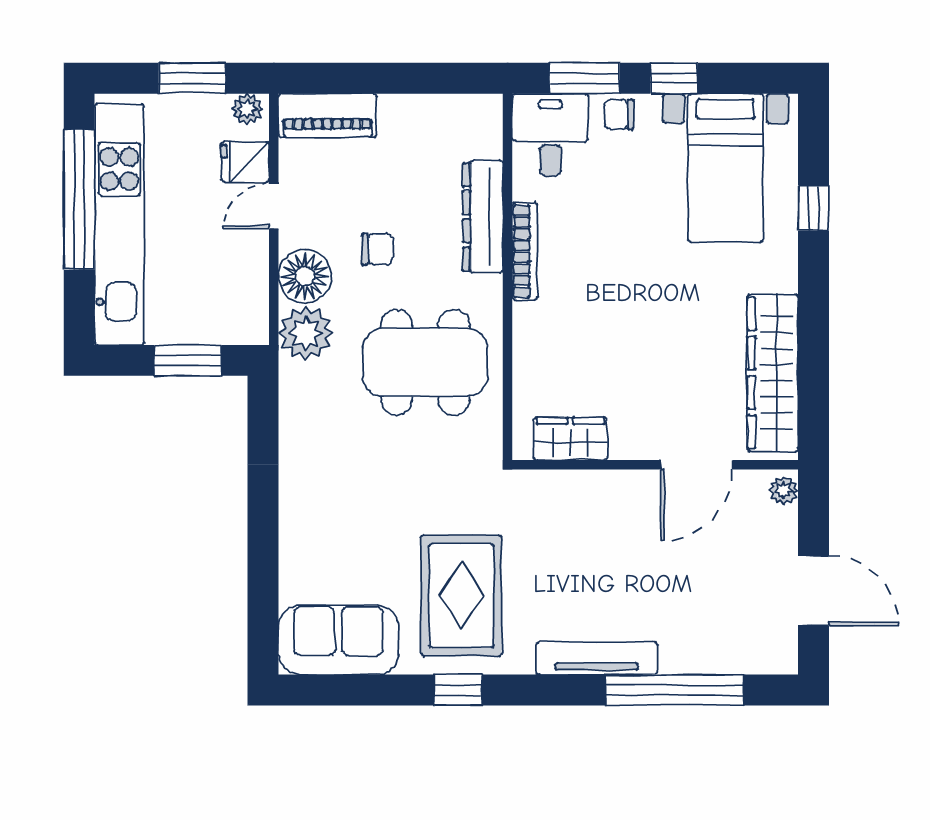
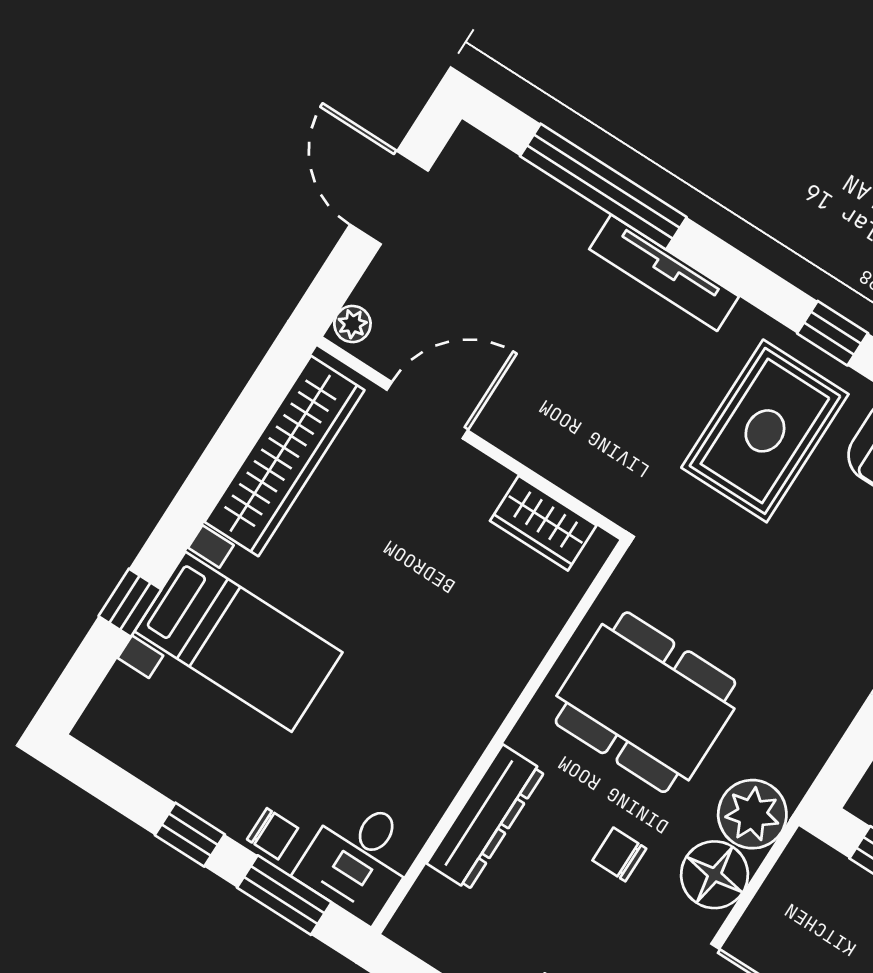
bed with nightstands: (725, 168) -> (239, 642), moved, turned 90
bookcase: (525, 251) -> (465, 753), removed

